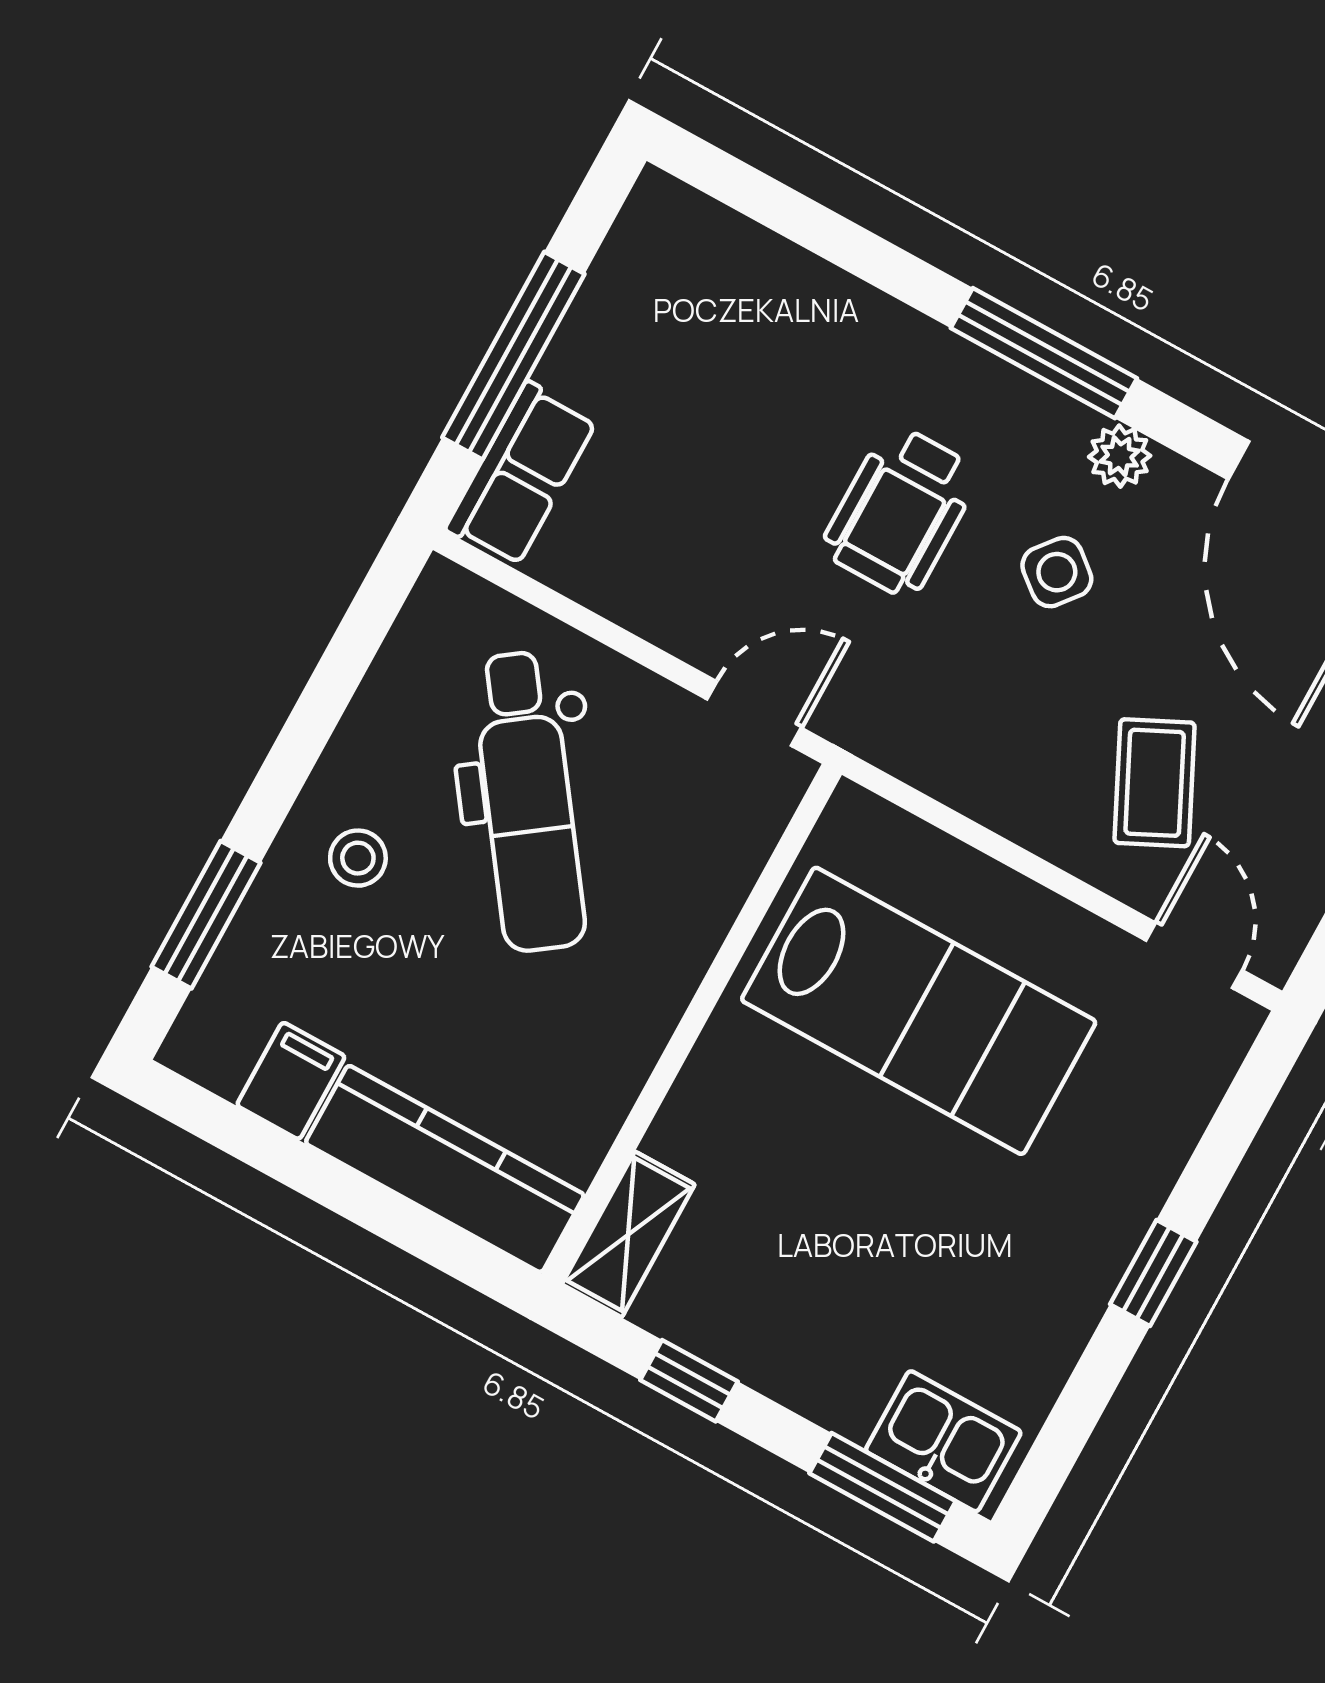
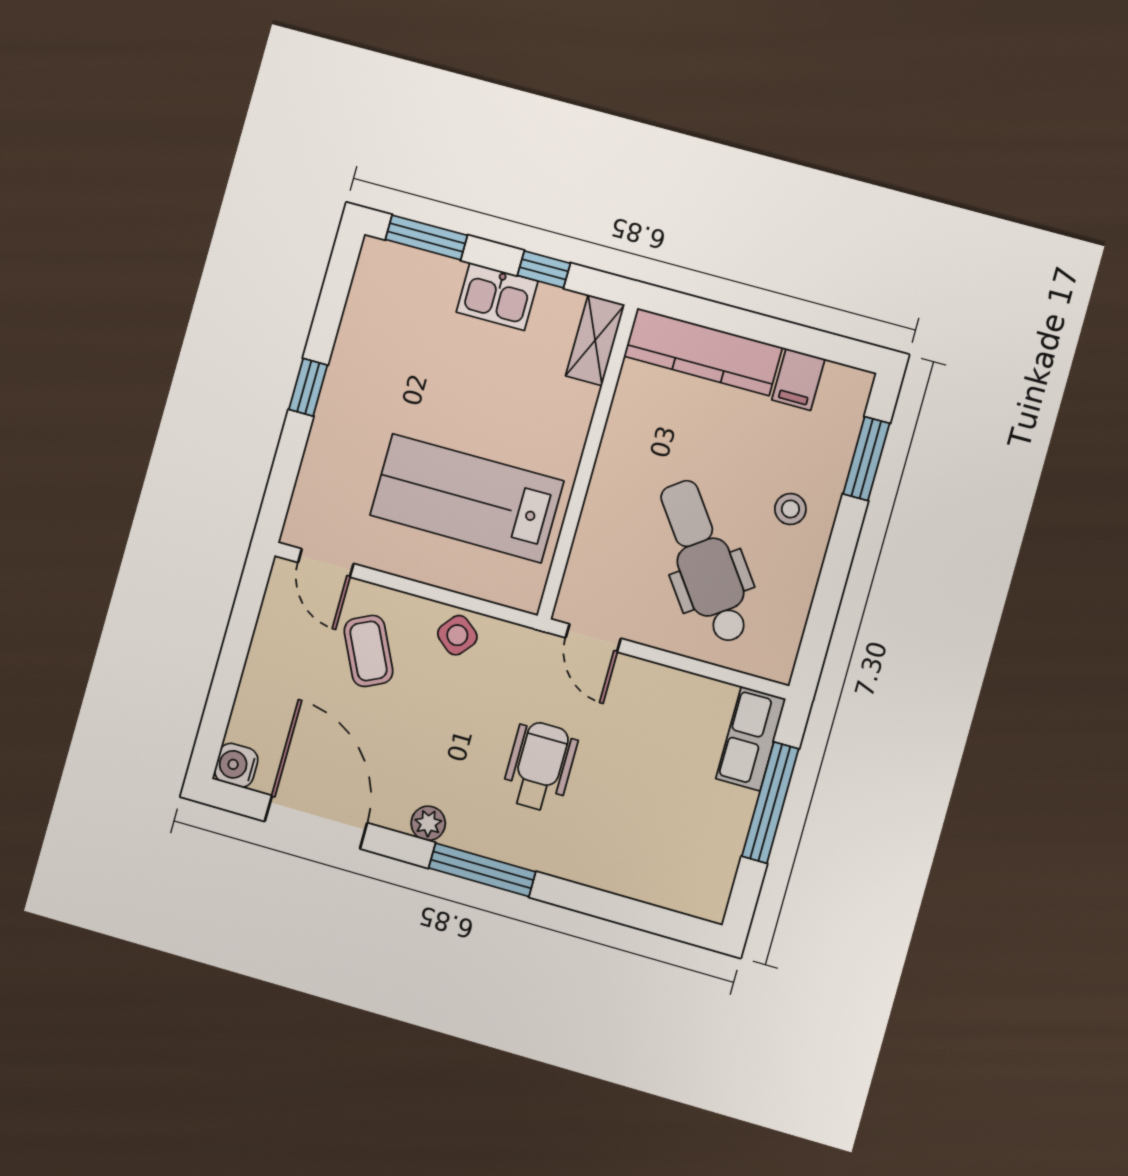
side table: (1057, 572) -> (457, 635), moved
door: (754, 714) -> (593, 638), hinge flipped
kitchen sink: (943, 1441) -> (497, 297), moved

